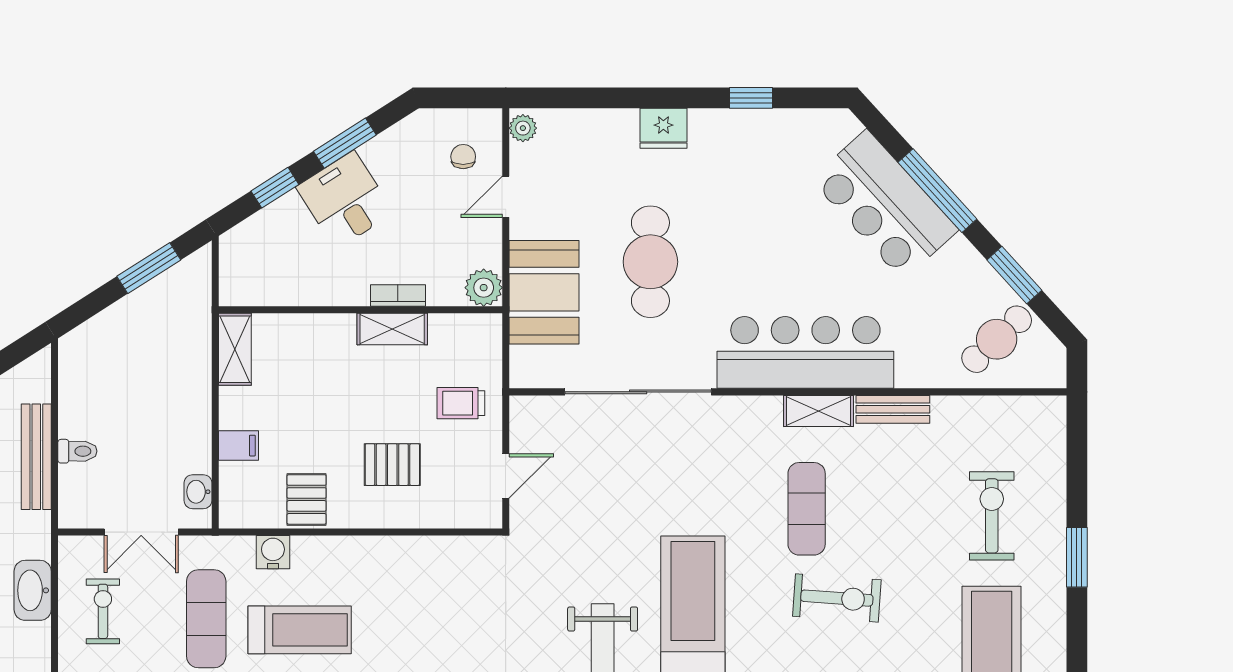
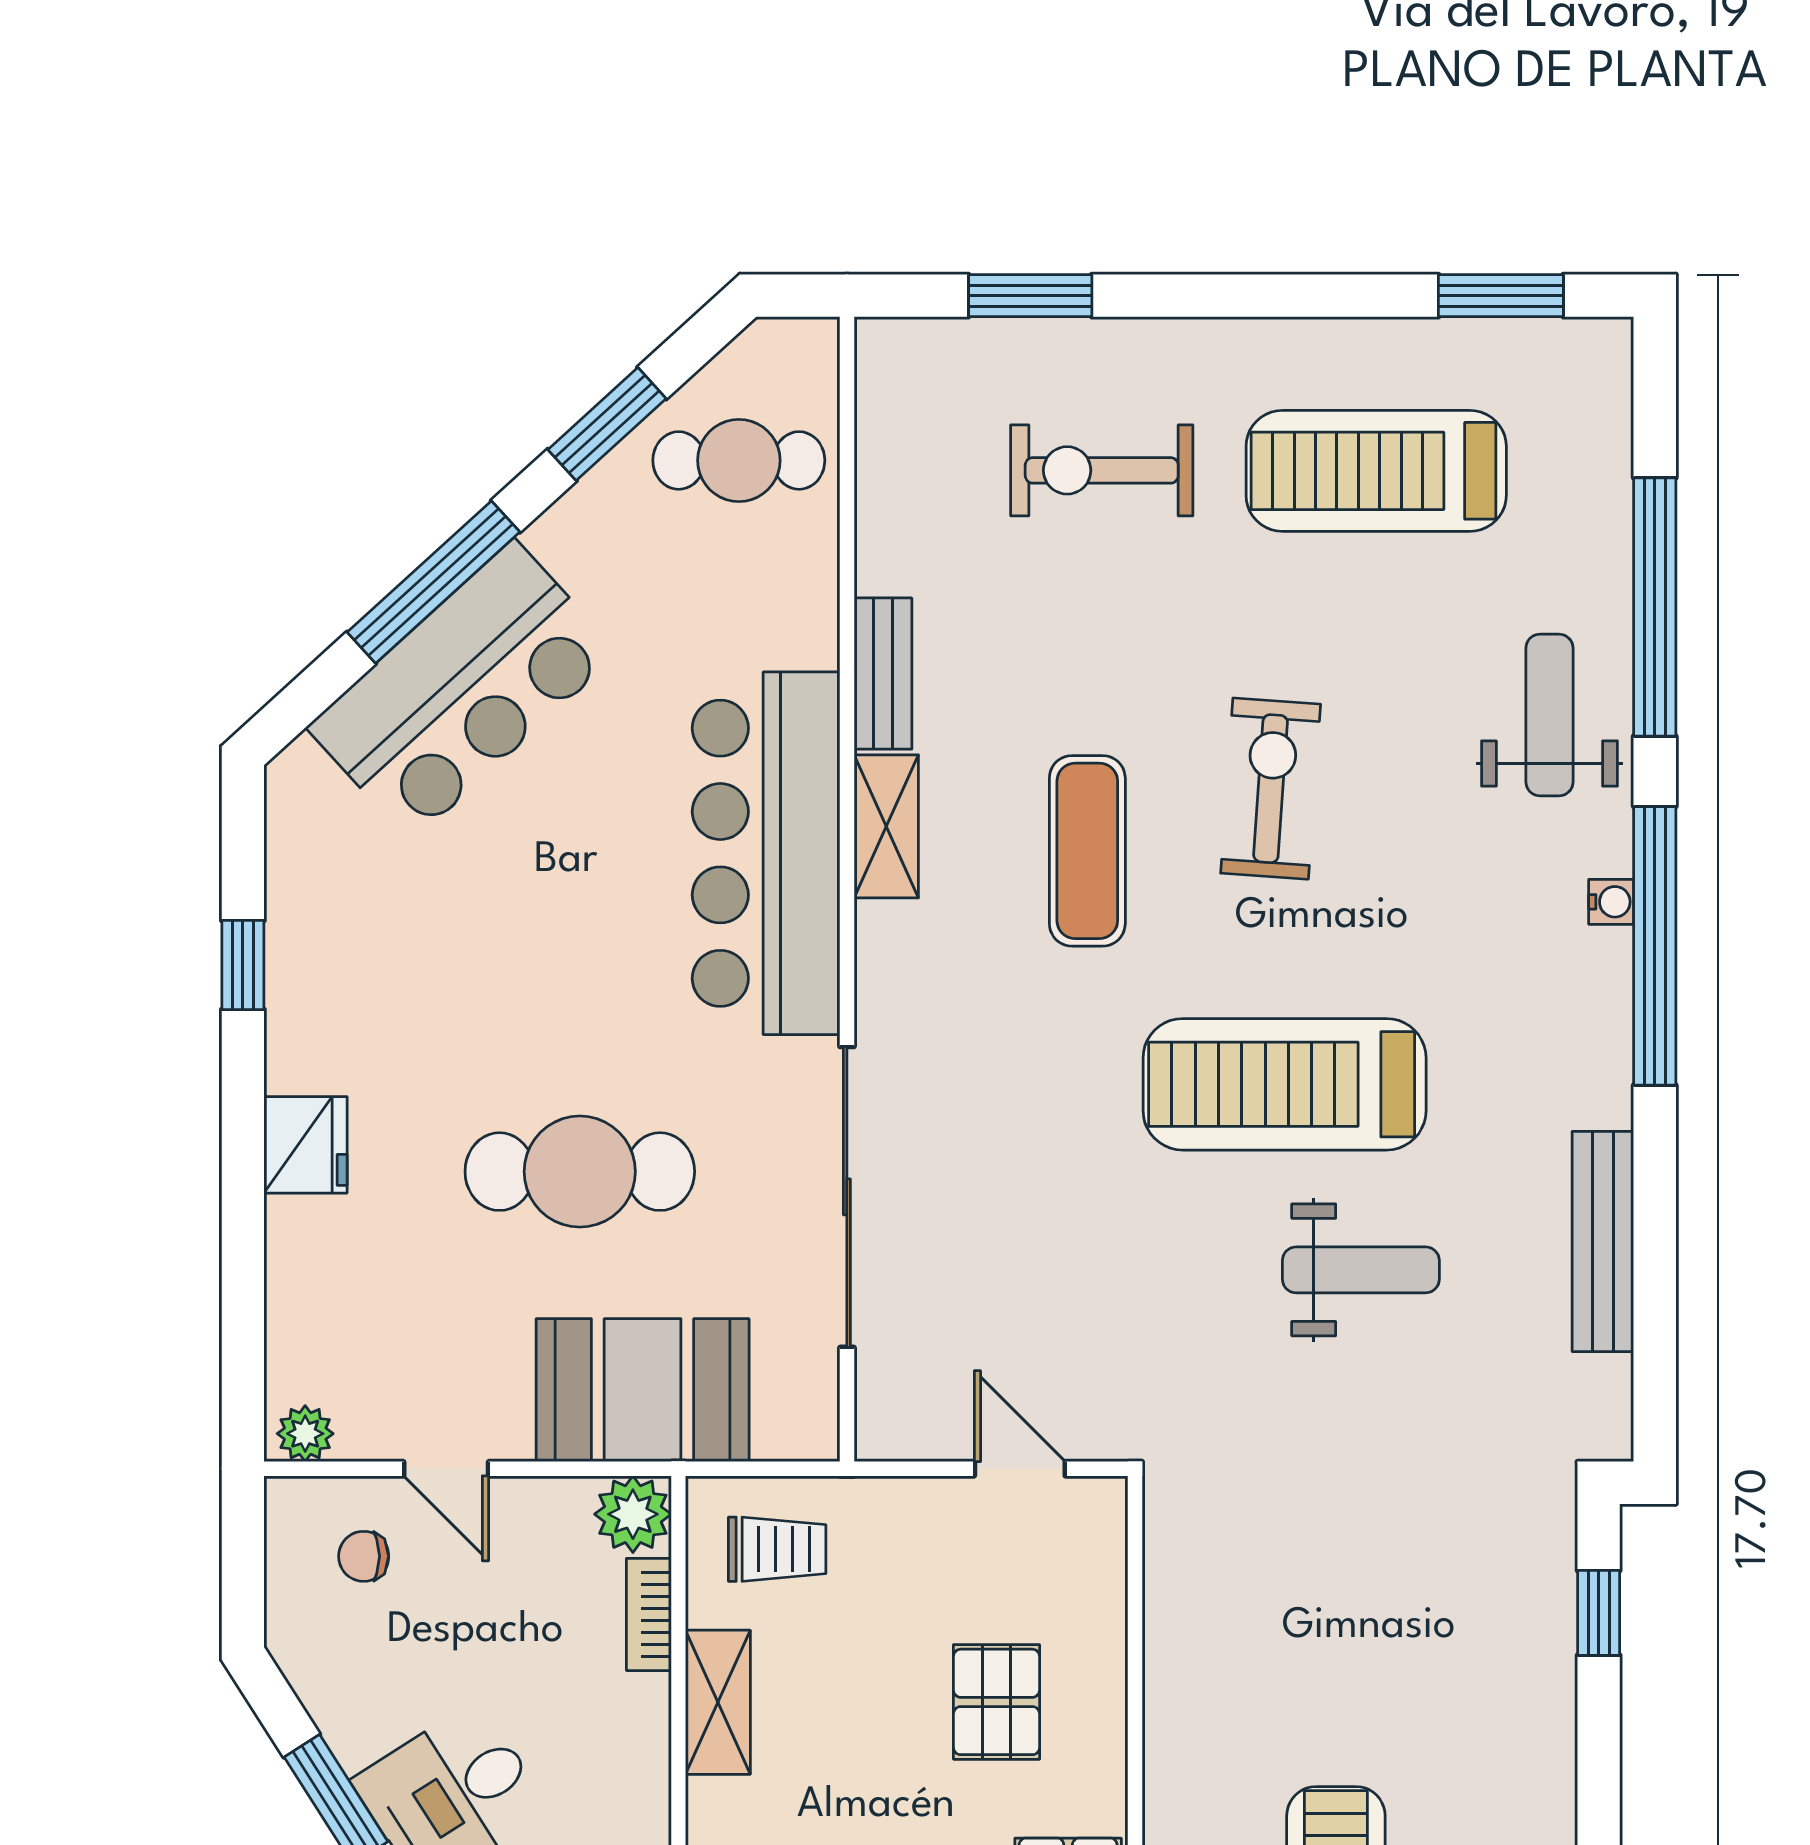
bookcase: (398, 295) -> (649, 1614), moved
cafe table: (997, 339) -> (739, 460), turned -47
trolley: (461, 403) -> (777, 1549), moved, turned -90
exercise mat: (807, 509) -> (1087, 851), turned 90
window: (1077, 557) -> (1030, 296), moved

